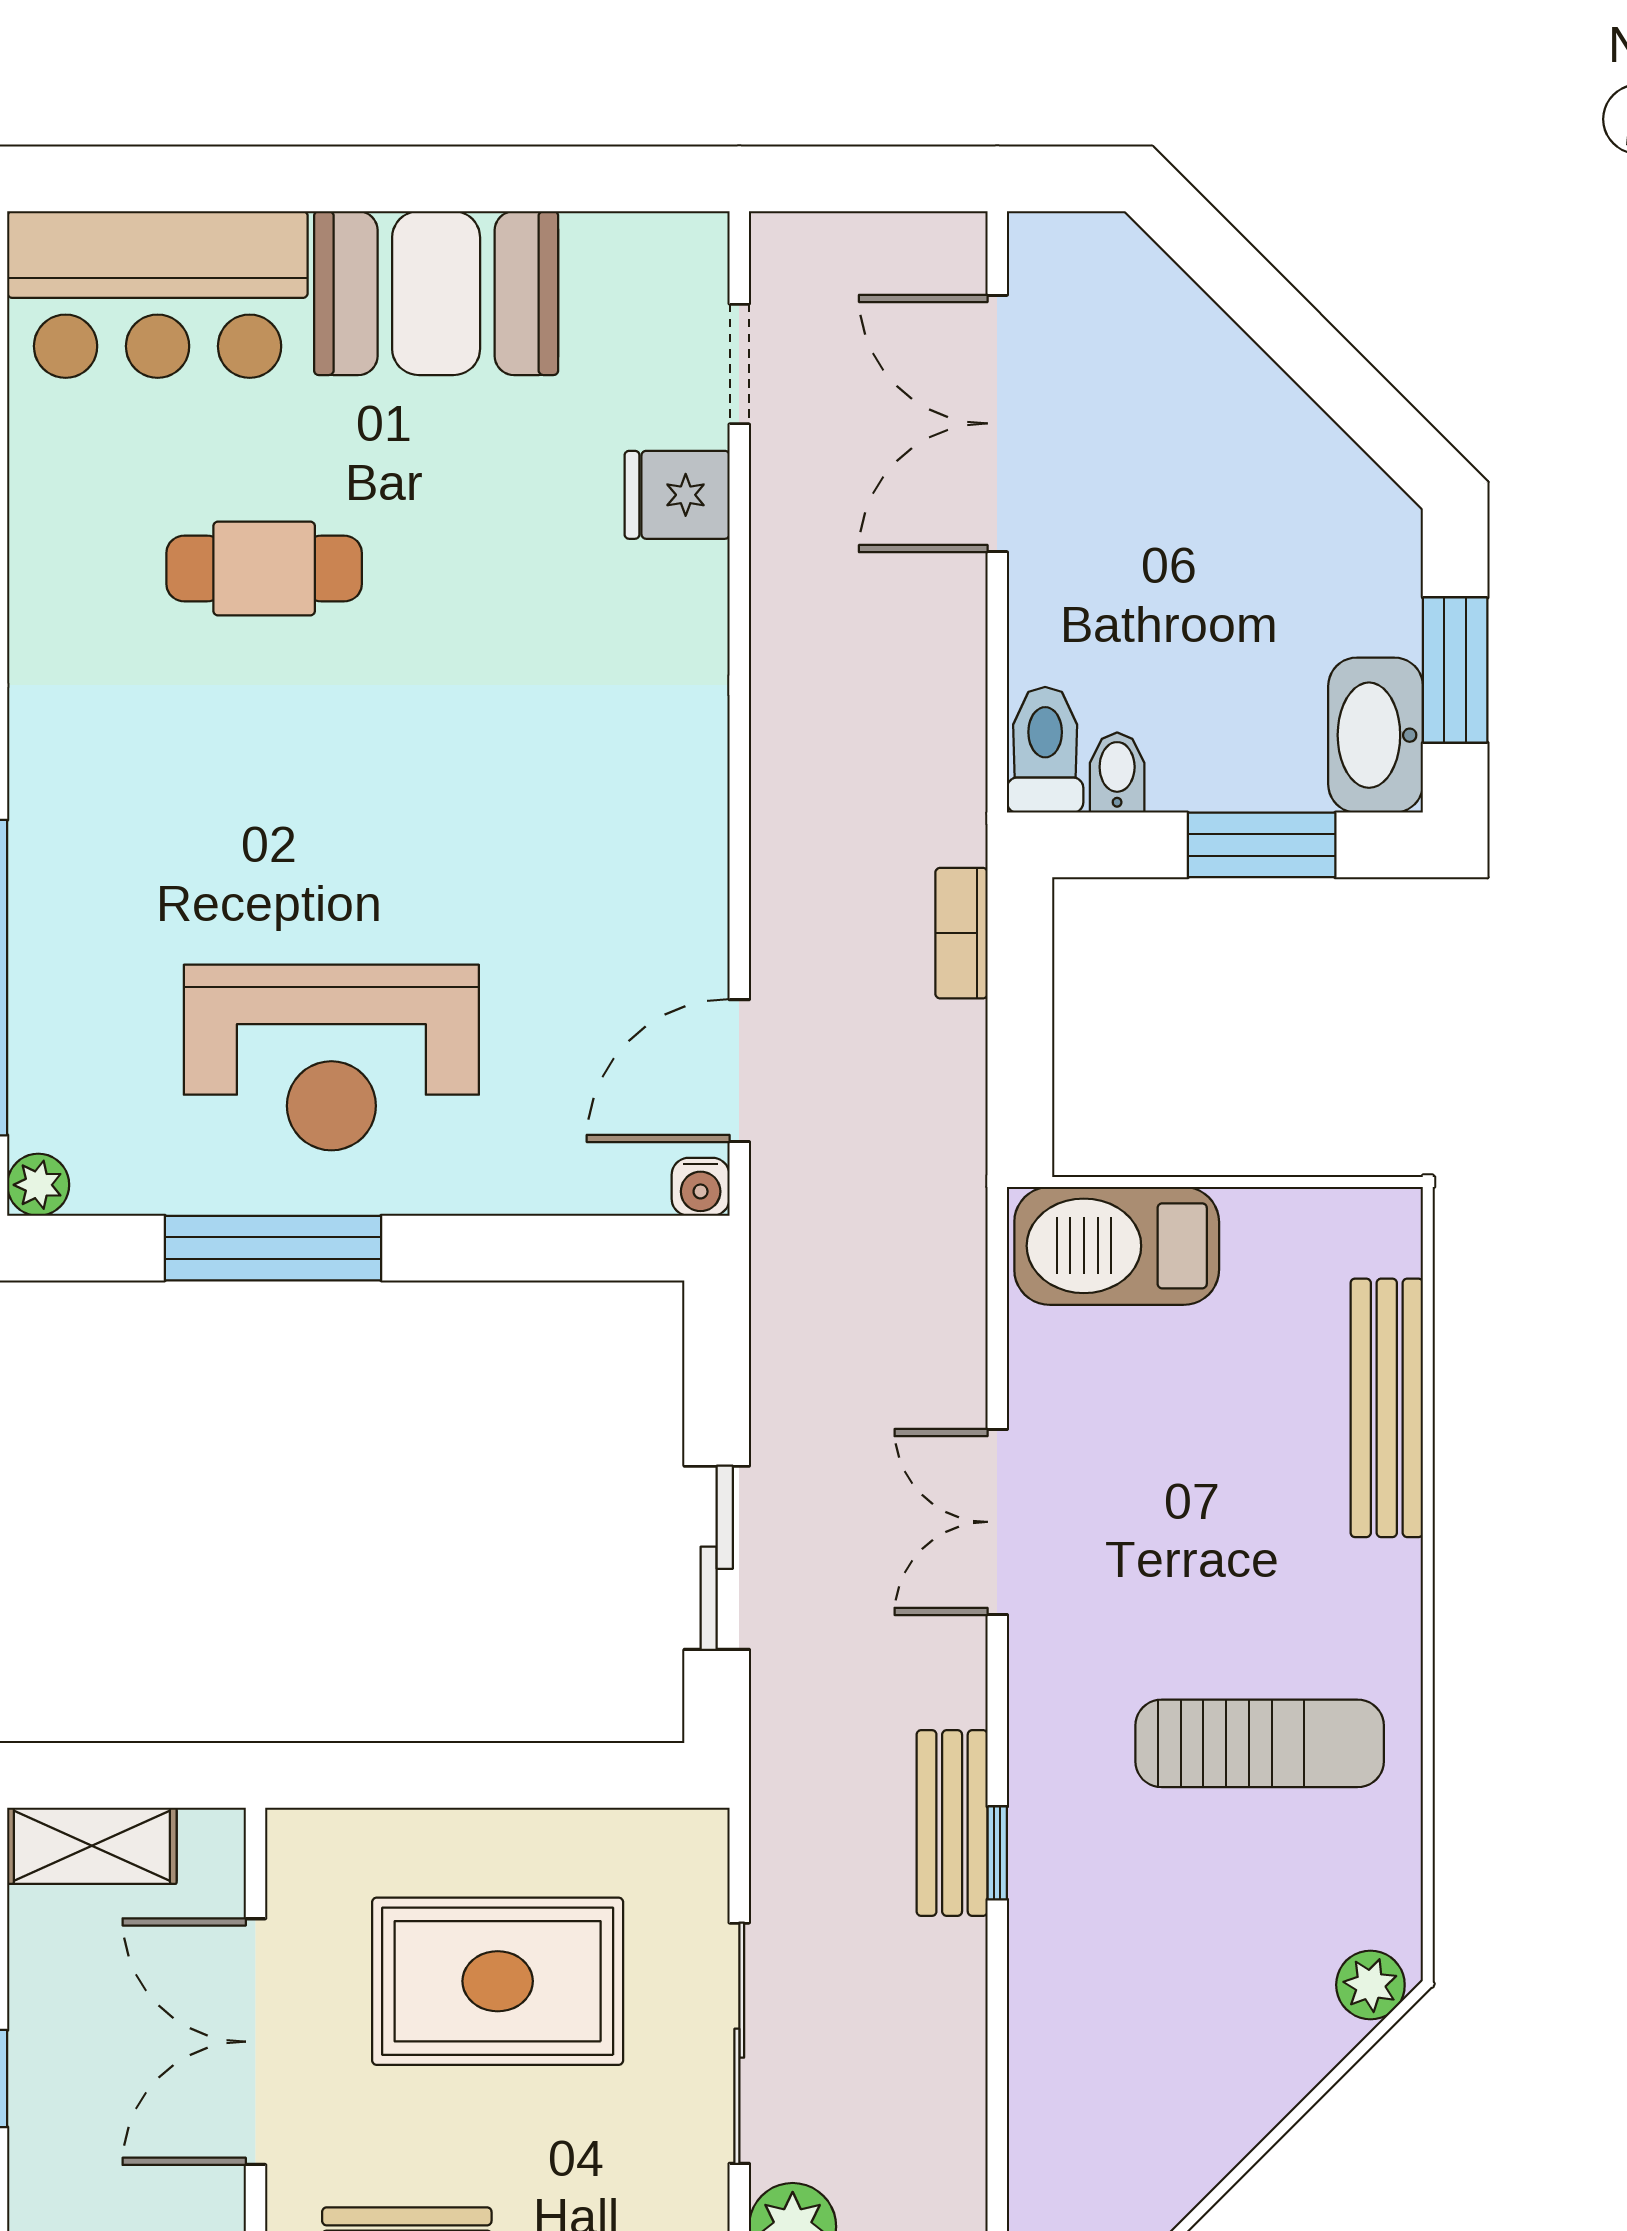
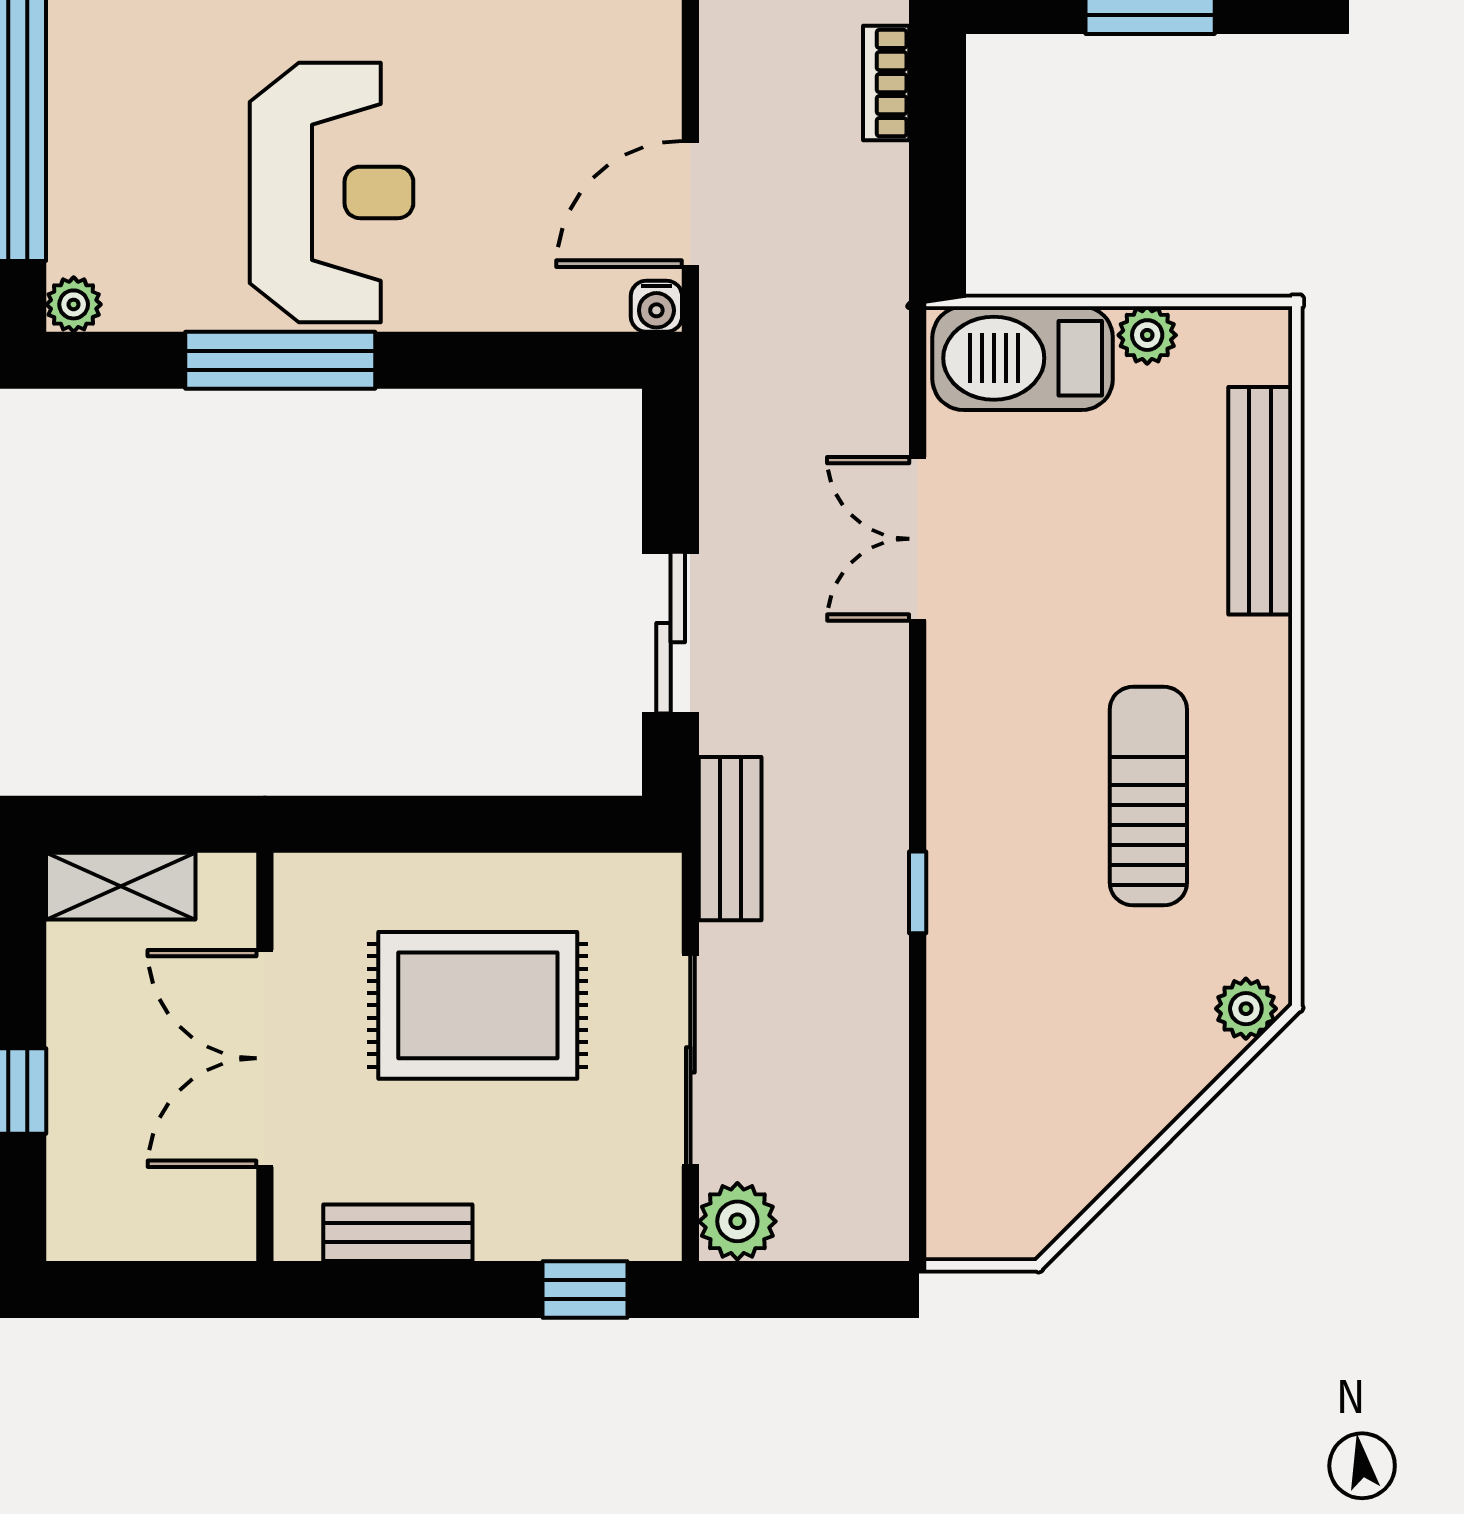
reception desk: (331, 1058) -> (332, 192), turned -90
plant: (1258, 1220) -> (1147, 335), added
double door: (997, 1522) -> (918, 539), moved
sun lounger: (1260, 1743) -> (1148, 796), turned -90
bench: (952, 1823) -> (730, 839), moved

